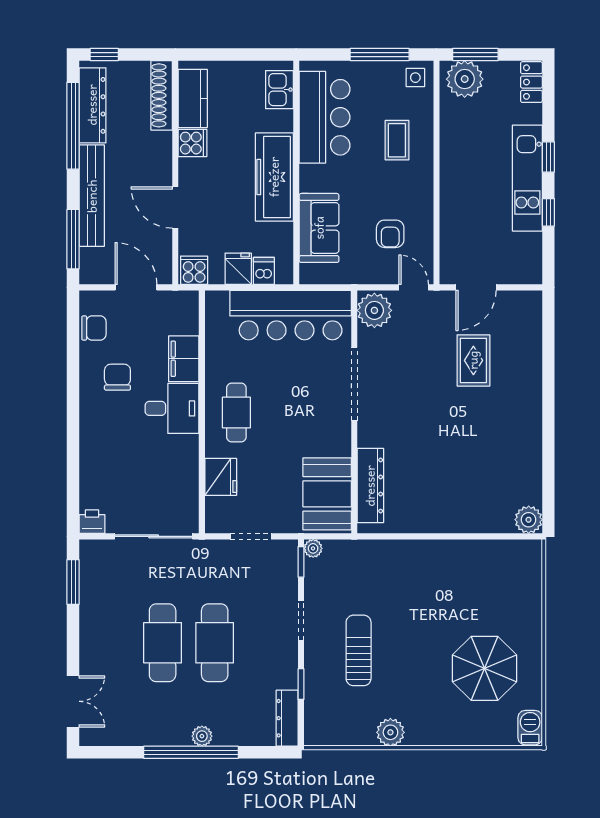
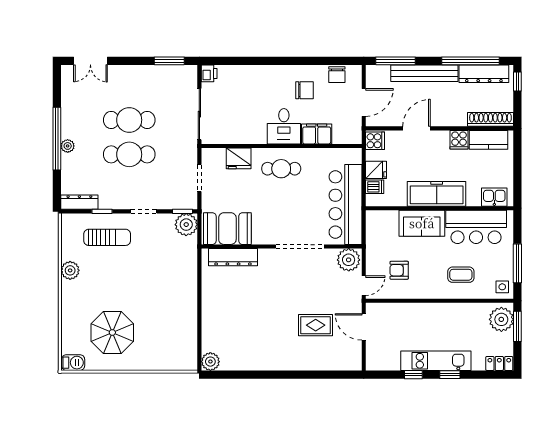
sofa: (319, 228) -> (422, 223), moved
plant: (313, 548) -> (186, 225), width x1.87, depth x1.87
sun lounger: (359, 650) -> (107, 237), moved

